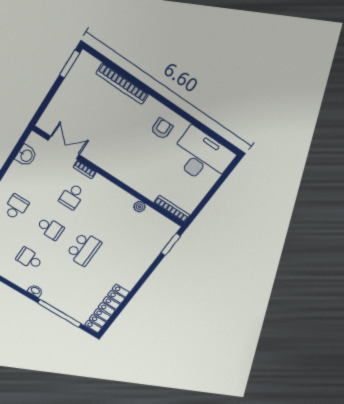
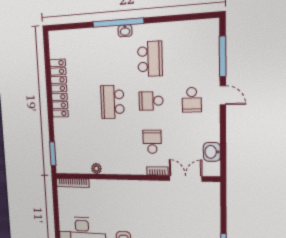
double door: (64, 147) -> (186, 178), swing flipped
school desk: (29, 259) -> (150, 59), width x1.85
locker: (107, 309) -> (59, 88), moved
window: (60, 313) -> (118, 23), moved

